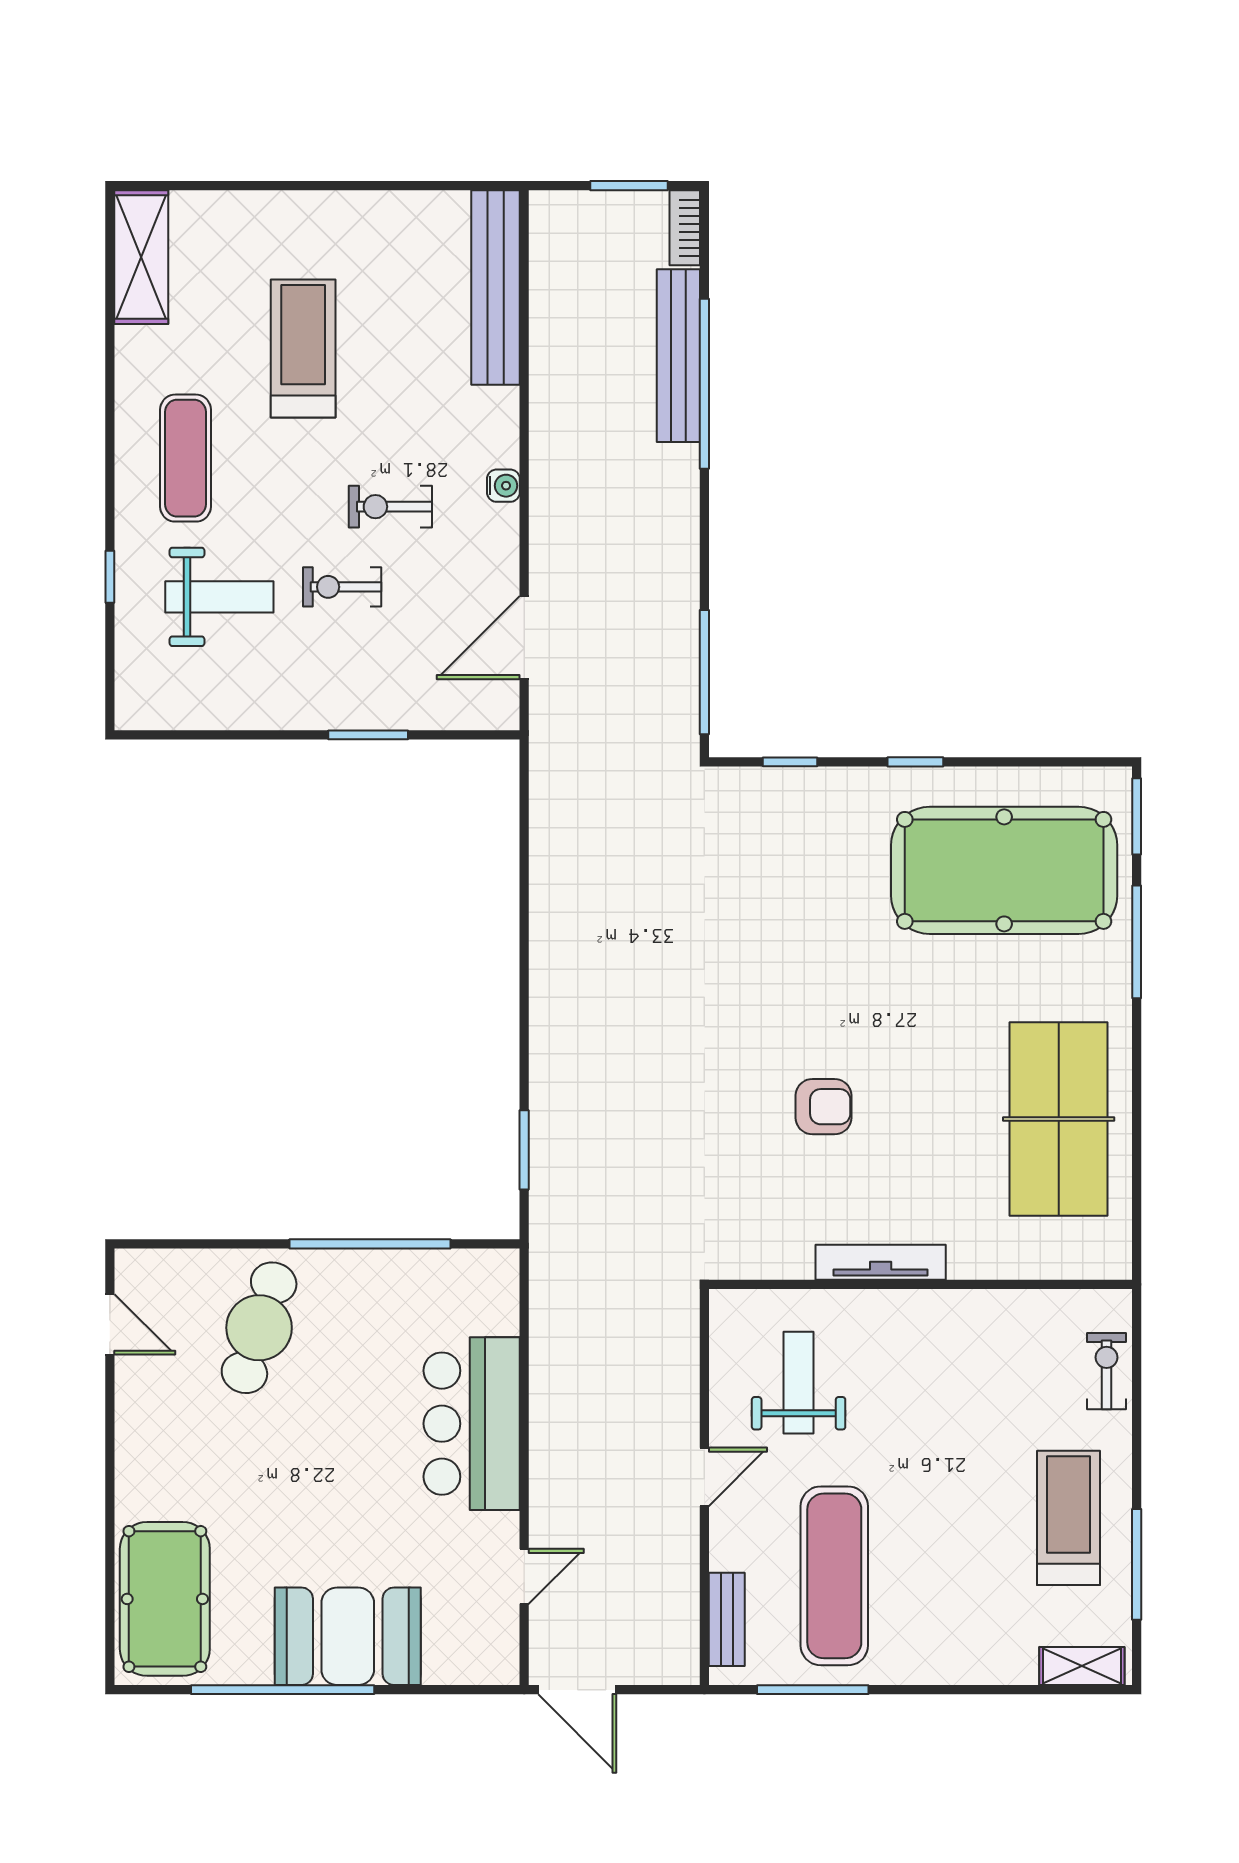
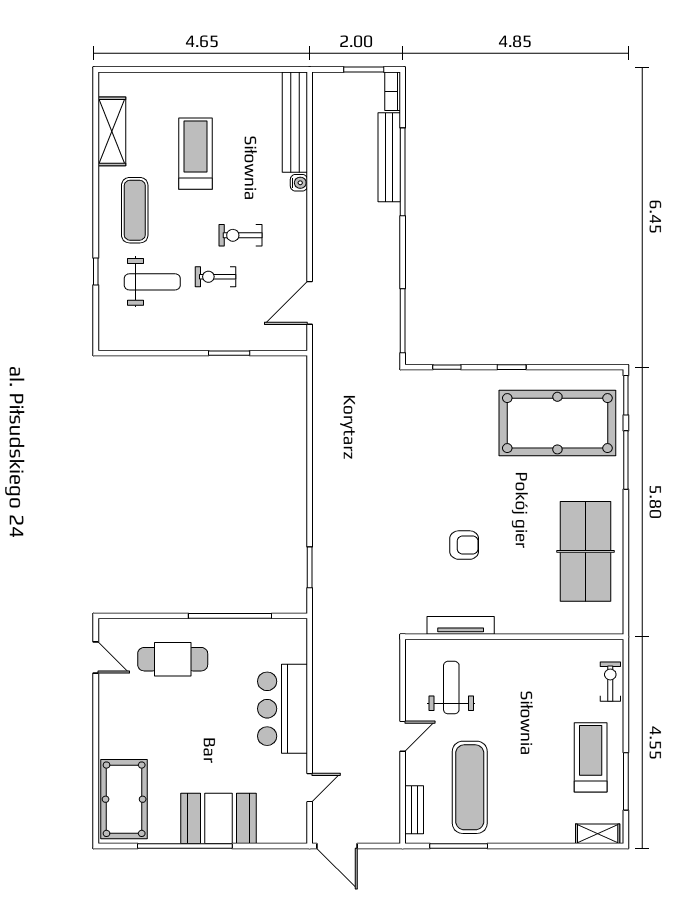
shelving: (141, 257) -> (112, 131), moved
water cooler: (503, 486) -> (299, 183), moved
tv unit: (881, 1262) -> (461, 625), moved
cafe table: (259, 1328) -> (173, 659), turned 72

